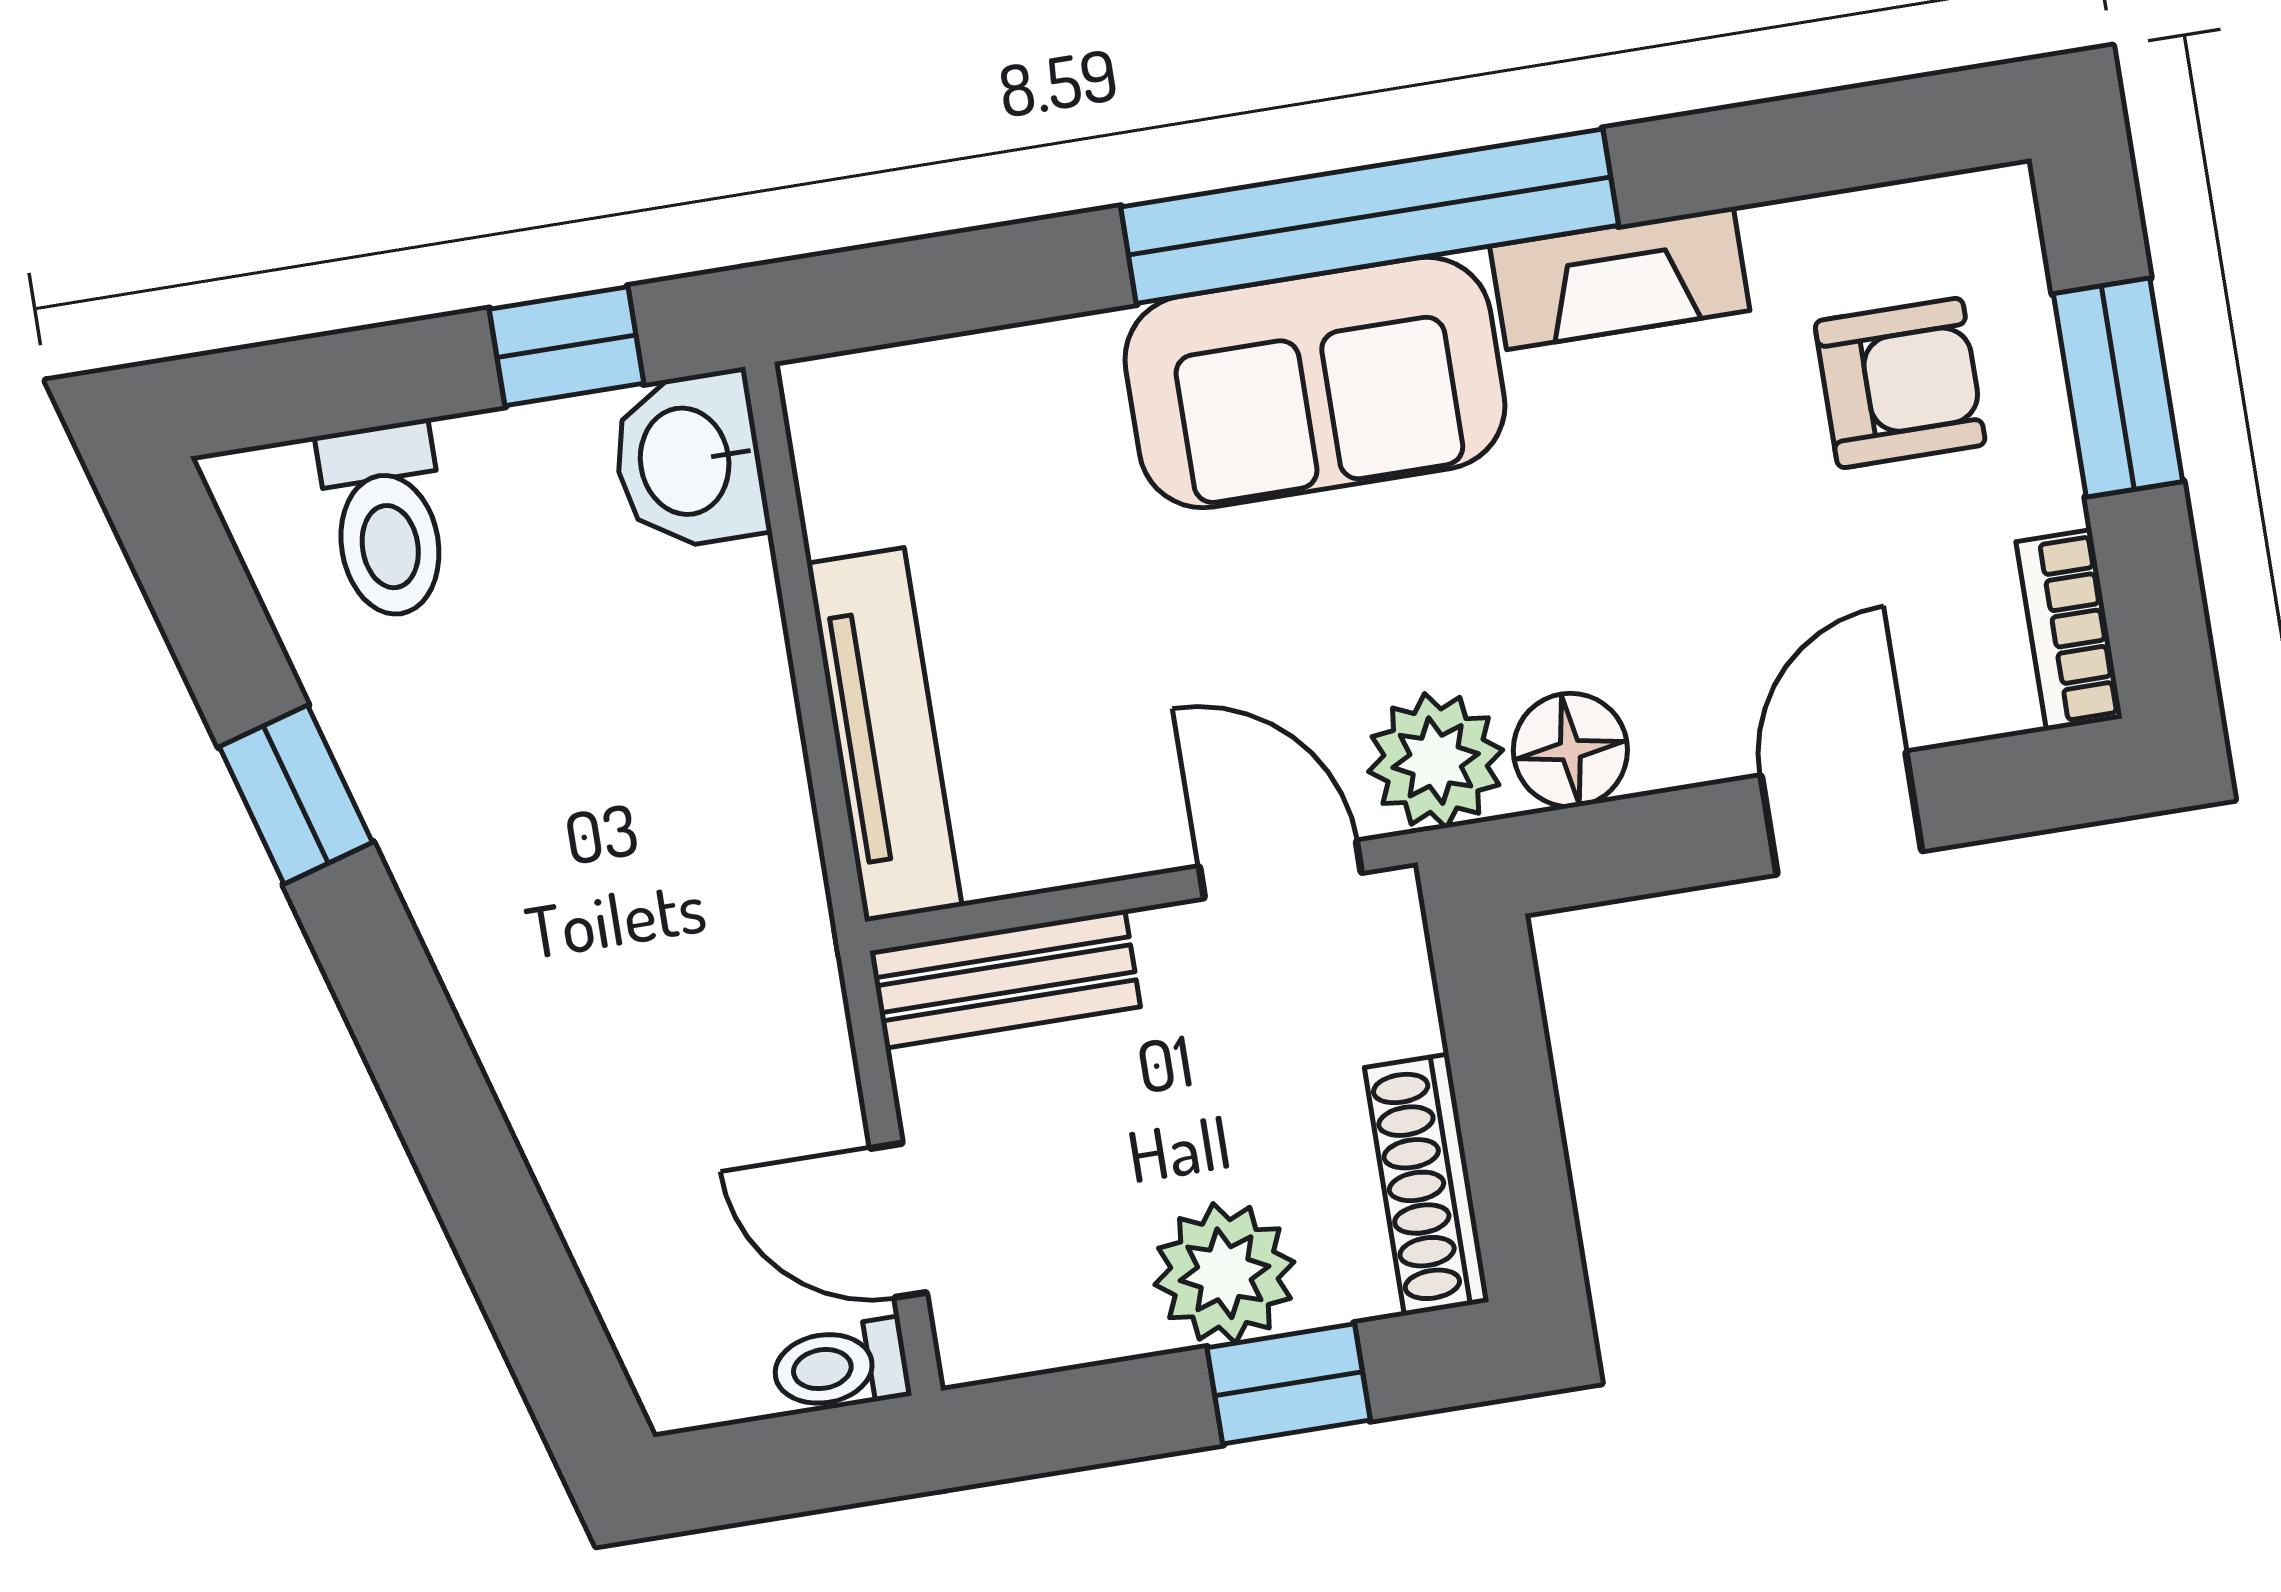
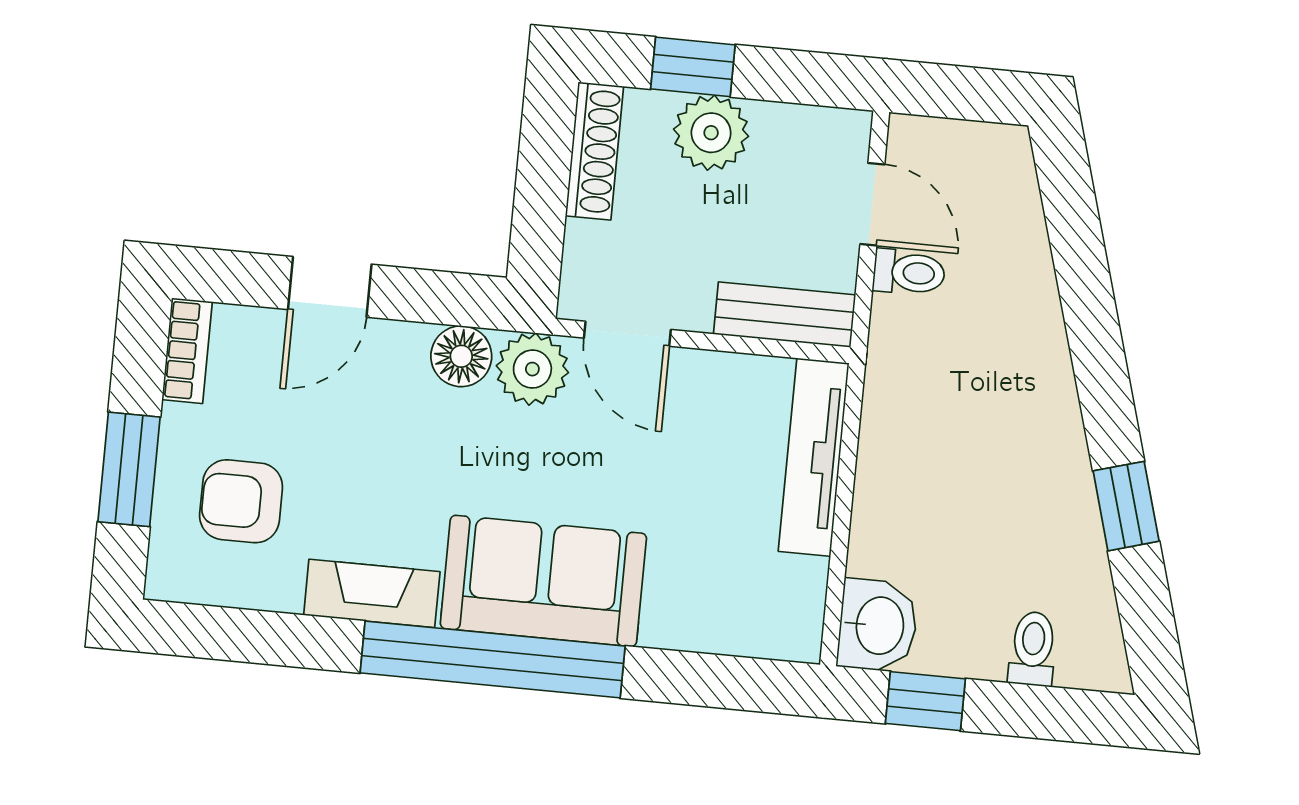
toilet: (386, 521) -> (1033, 649), width x0.73, depth x0.72
toilet: (841, 1366) -> (909, 272), moved

